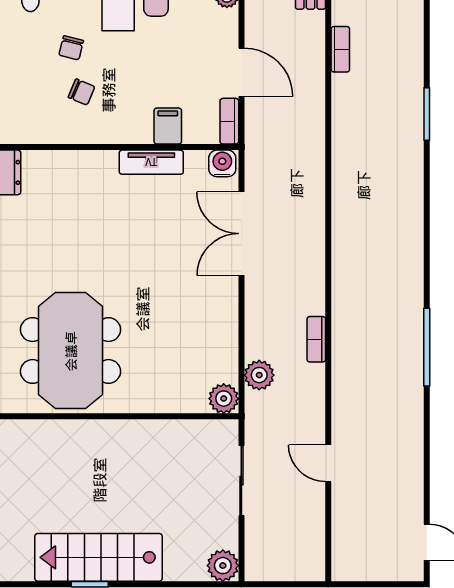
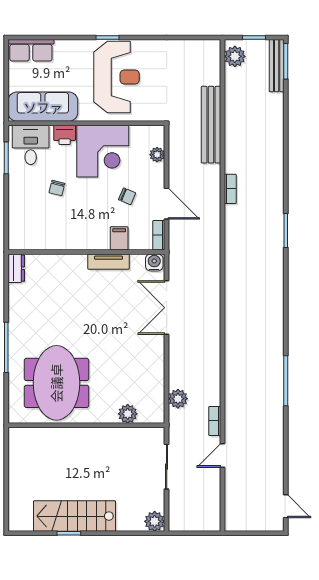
chair: (82, 92) -> (127, 196), moved
bookcase: (316, 339) -> (215, 421), moved
plant: (224, 399) -> (128, 414), moved
door: (328, 463) -> (222, 455), hinge flipped

